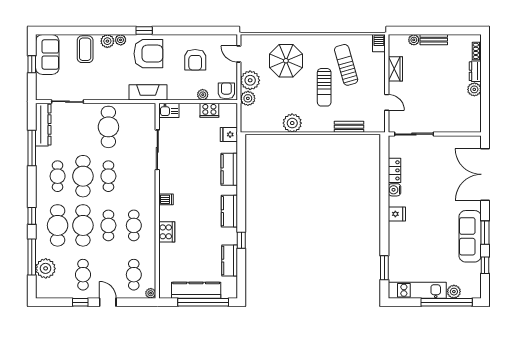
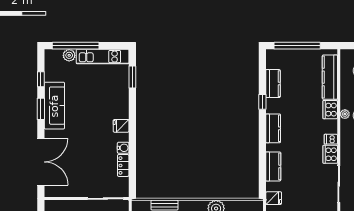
cooker: (167, 183) -> (330, 154), added
kitchen counter: (196, 290) -> (330, 77), moved, turned 90
plant: (151, 293) -> (345, 114), moved

